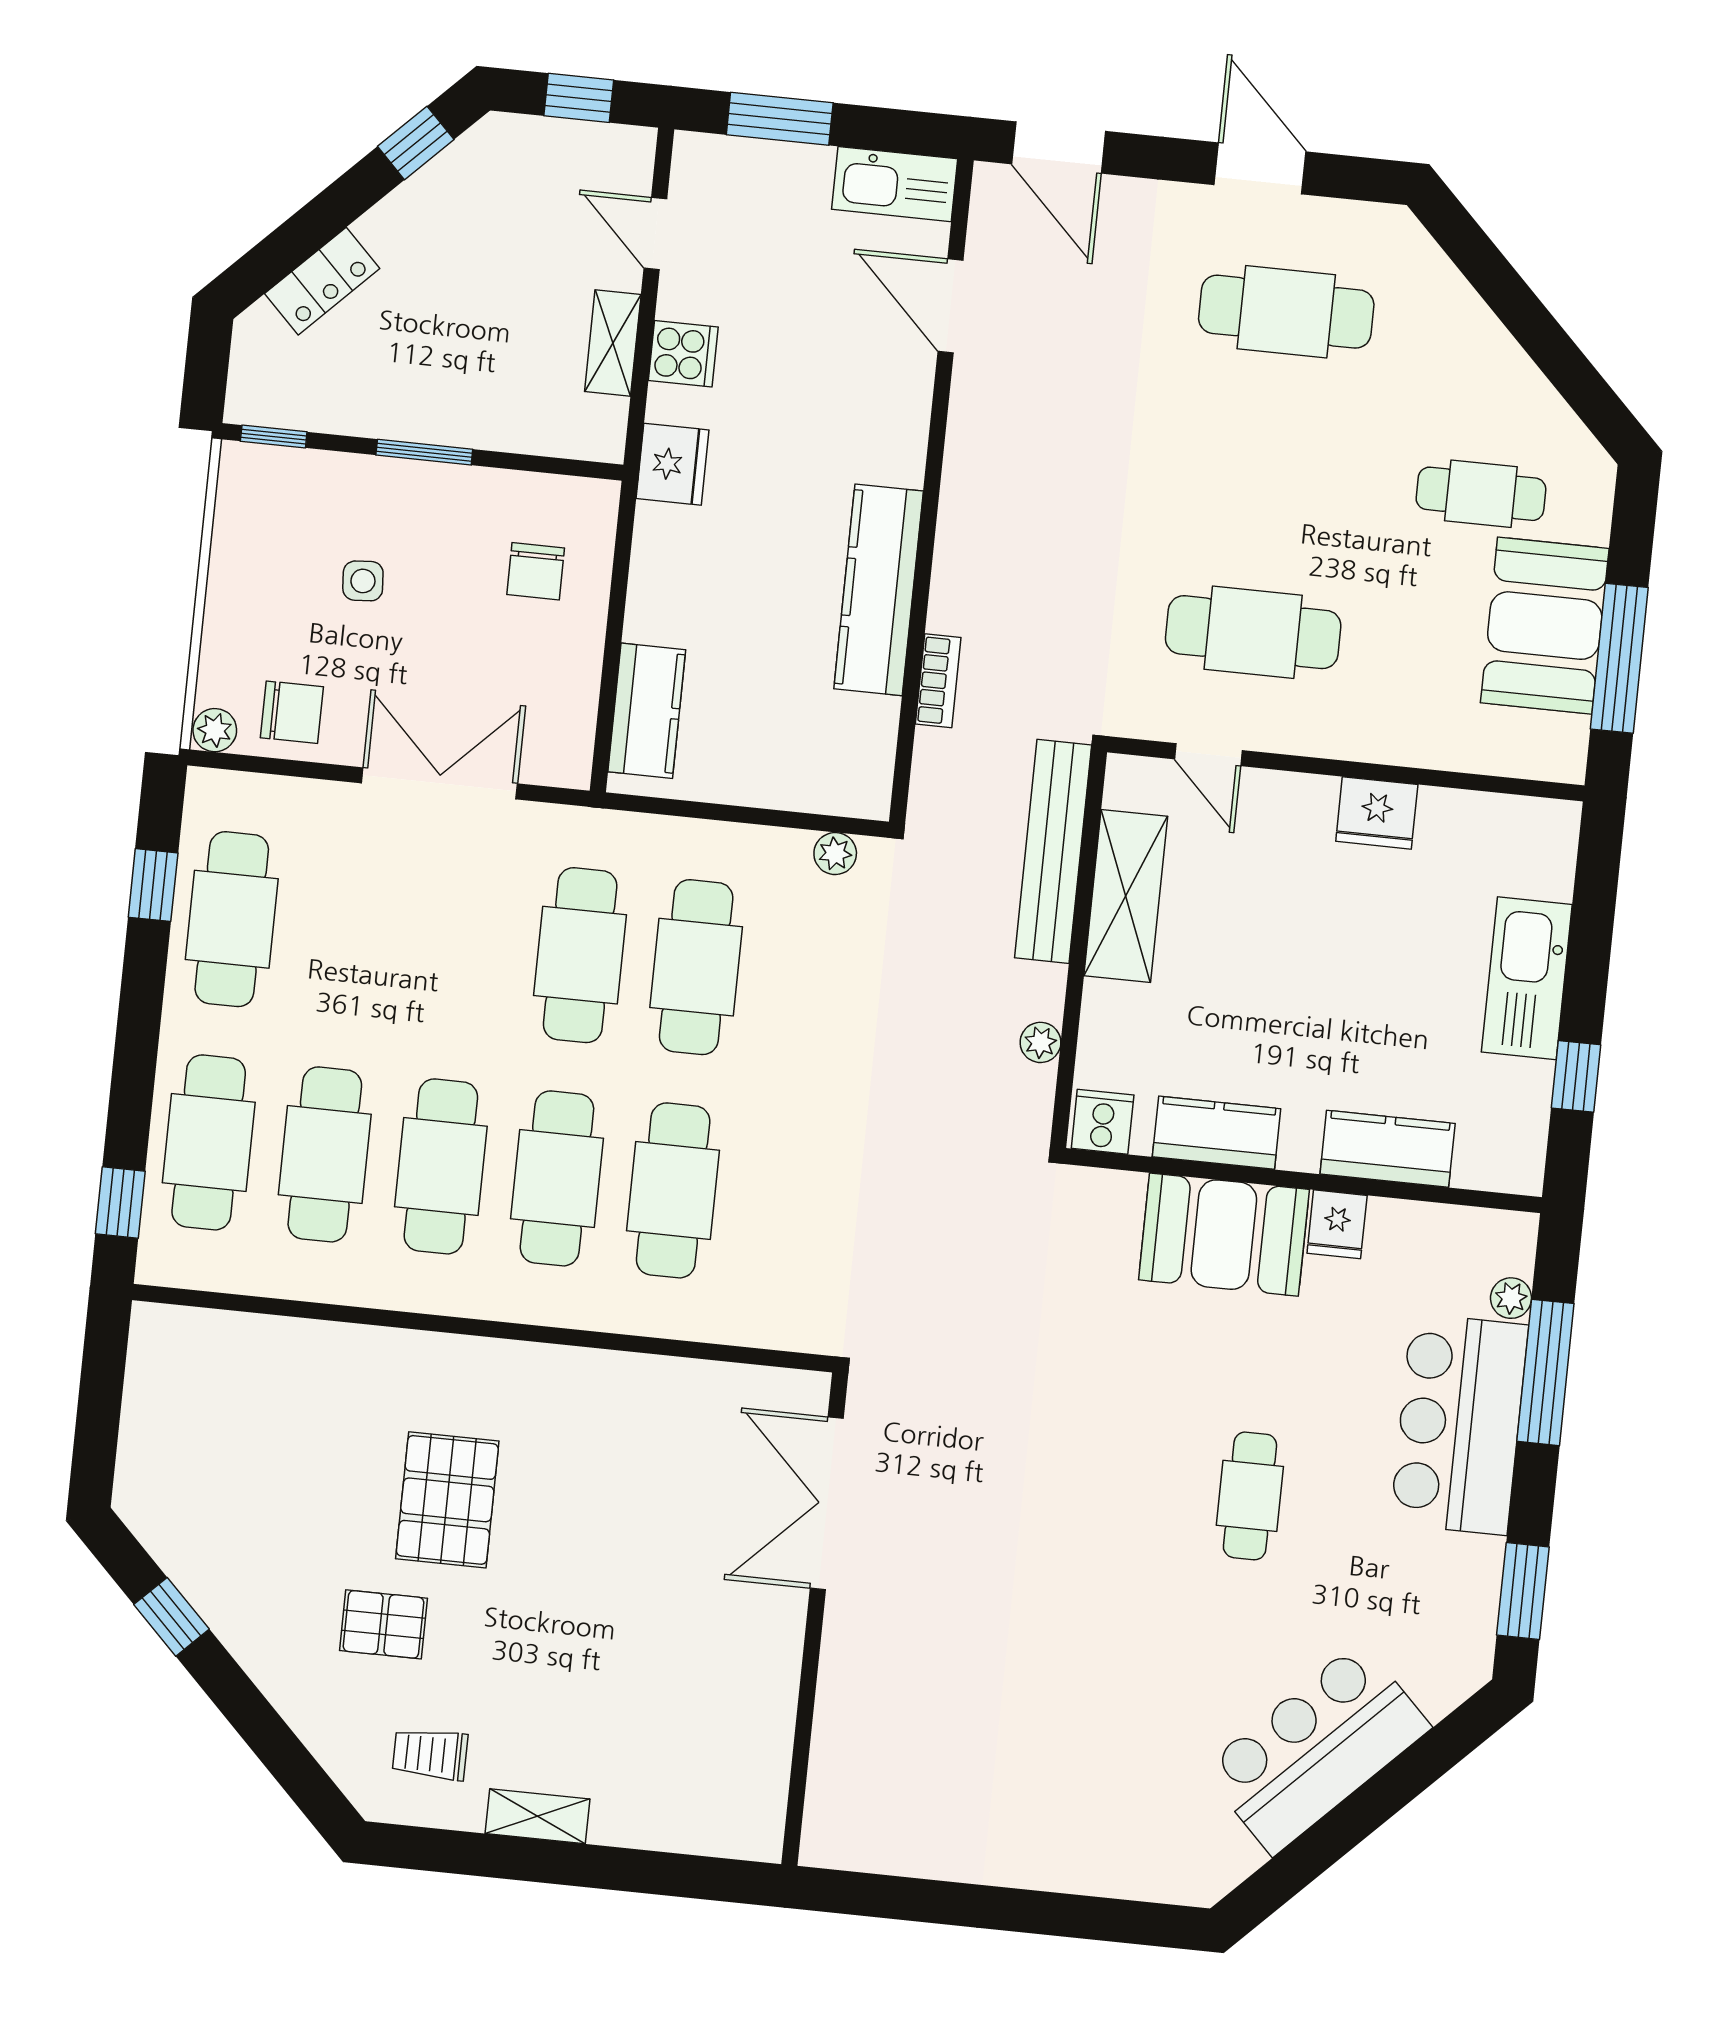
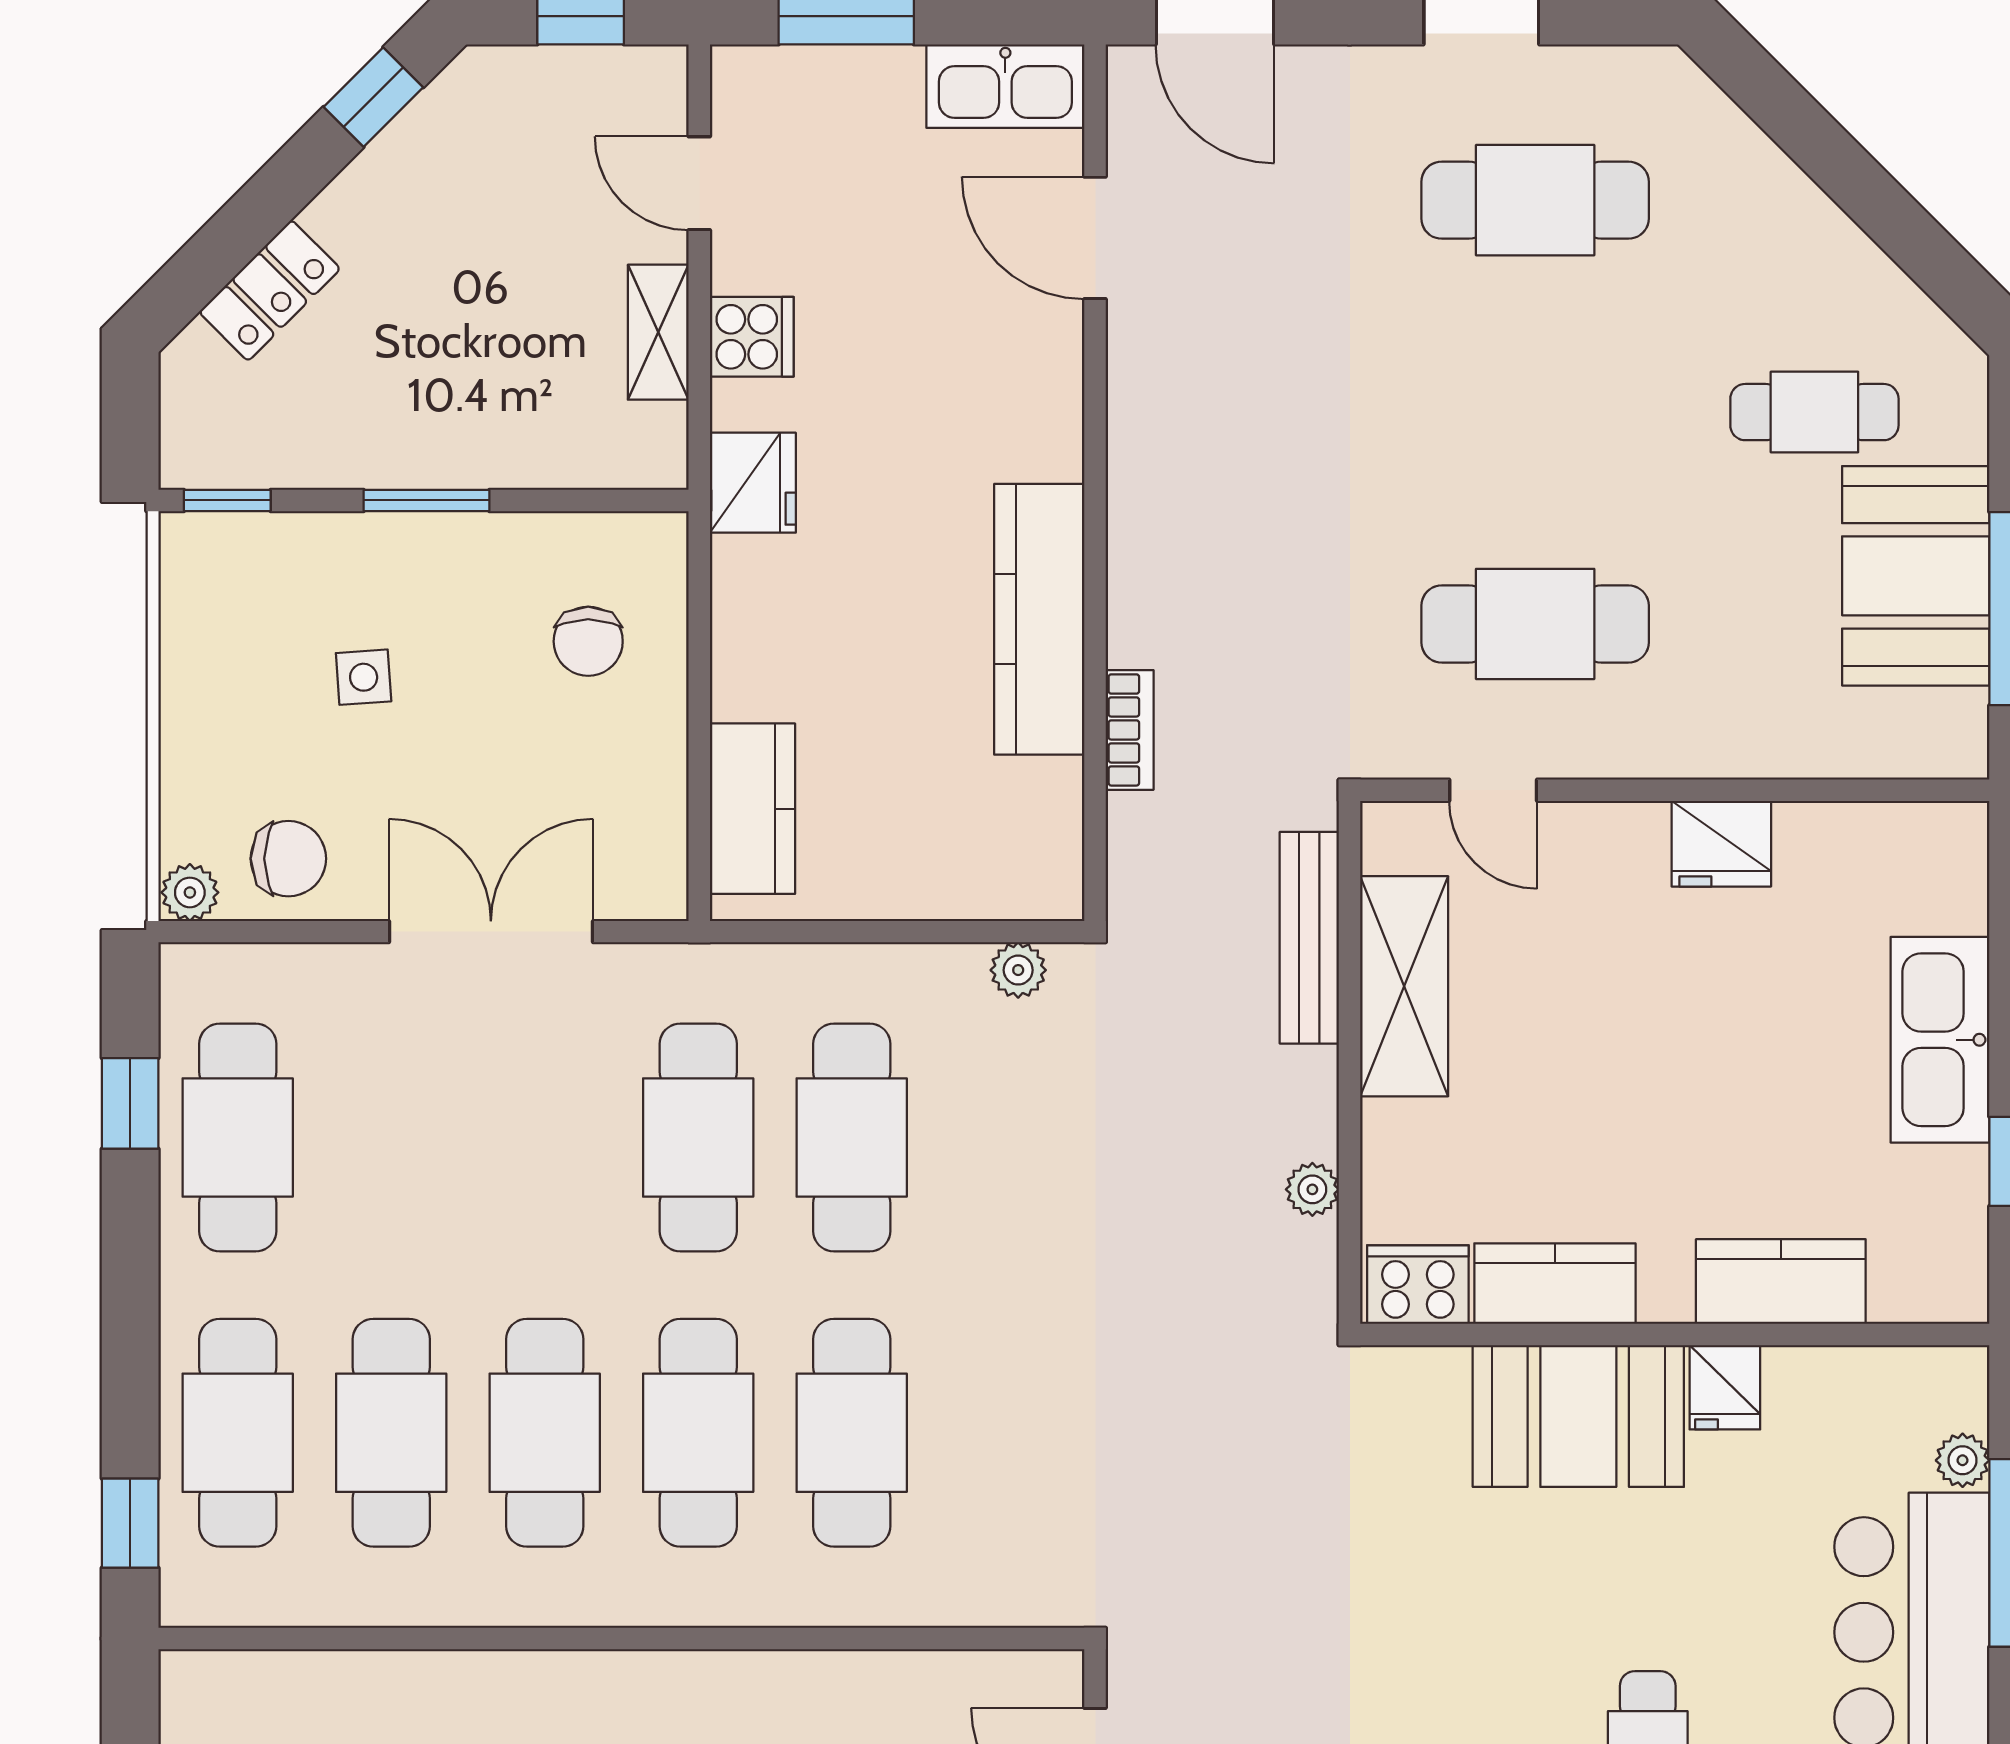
bench: (1053, 851) -> (1309, 938), width x0.73, depth x0.82
cooker: (1103, 1122) -> (1418, 1285), width x1.36

